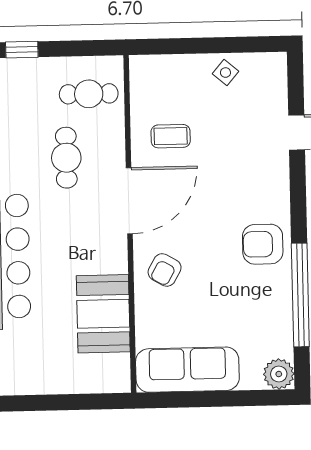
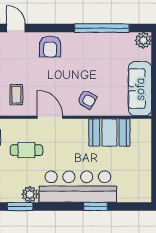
door: (129, 201) -> (50, 117), width x0.73
armchair: (263, 244) -> (50, 47), moved

